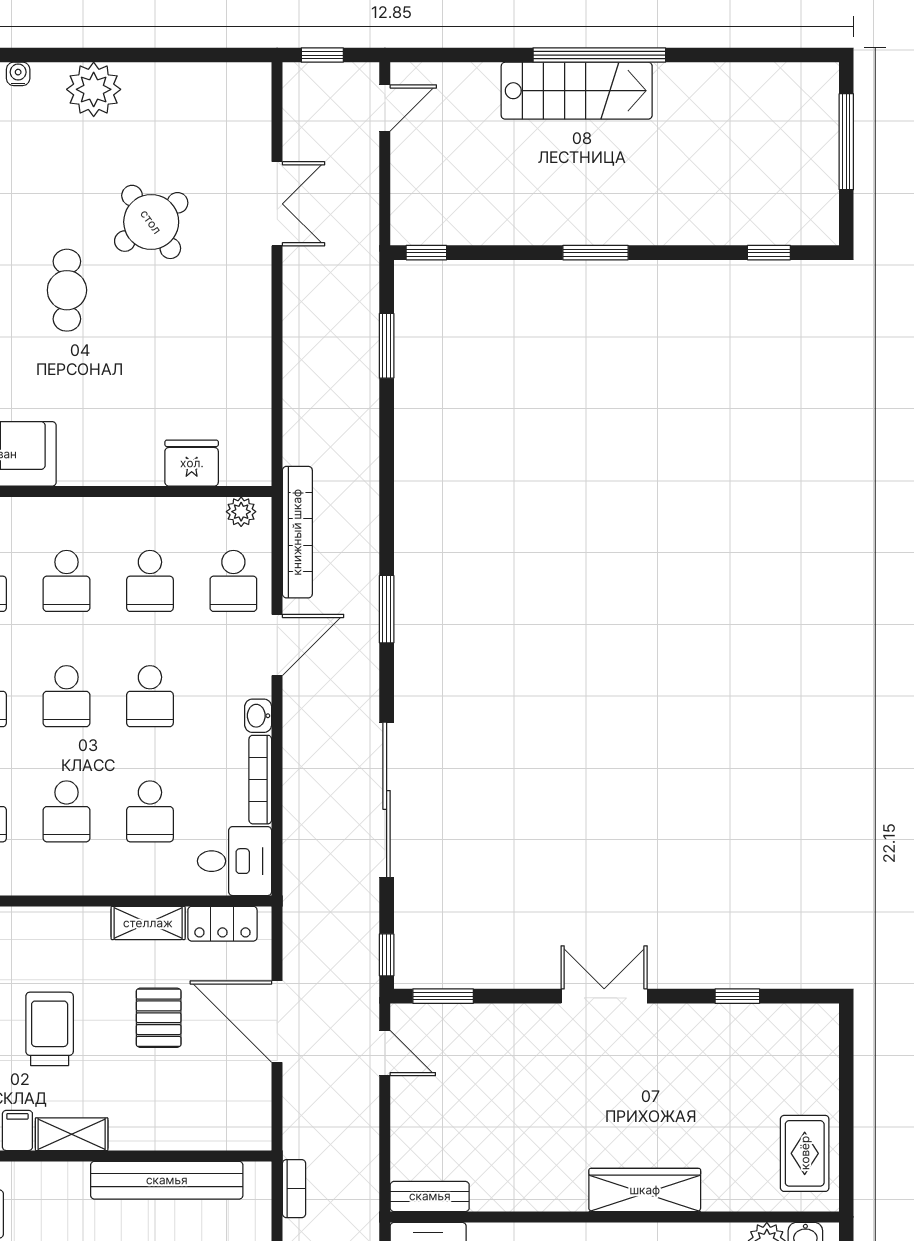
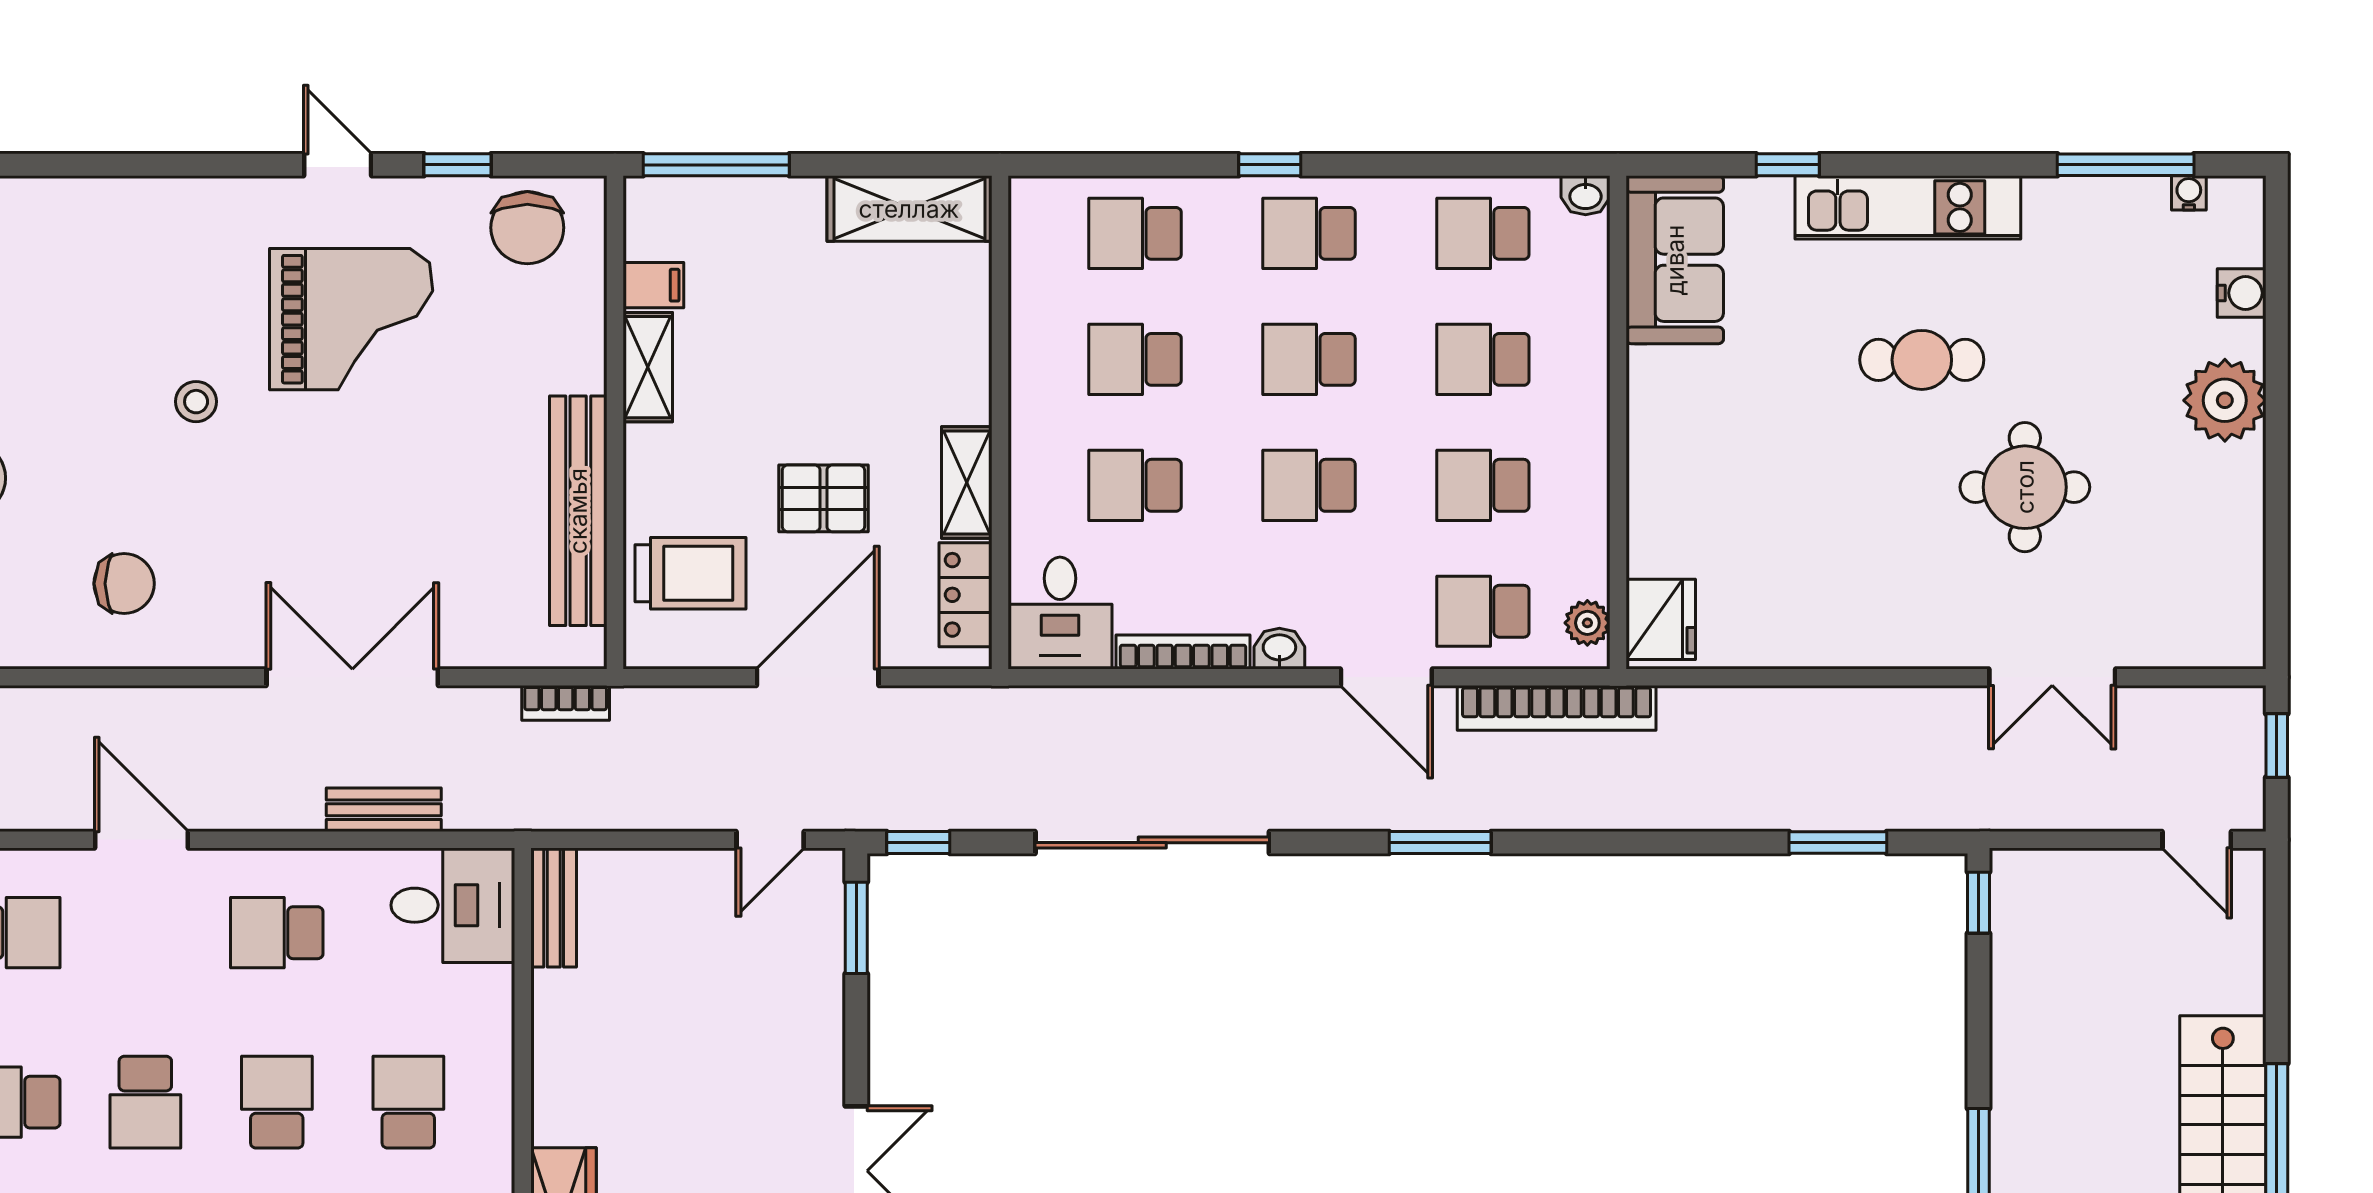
water cooler: (18, 74) -> (2242, 293), width x1.38, depth x1.38
round table: (151, 222) -> (2025, 487), turned 36
fridge: (192, 463) -> (1661, 619), moved
trolley: (50, 1029) -> (690, 573), moved

